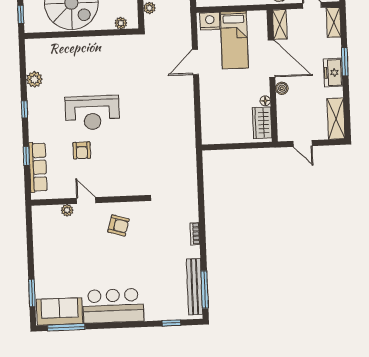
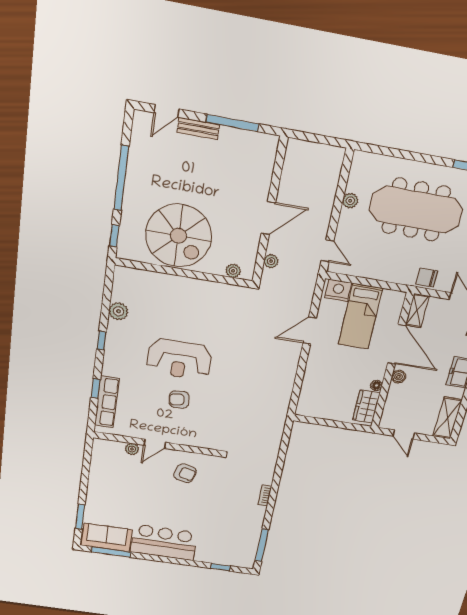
armchair: (82, 150) -> (179, 400), moved, turned 84
door: (86, 200) -> (155, 444), swing flipped
bench: (195, 287) -> (252, 541), removed

